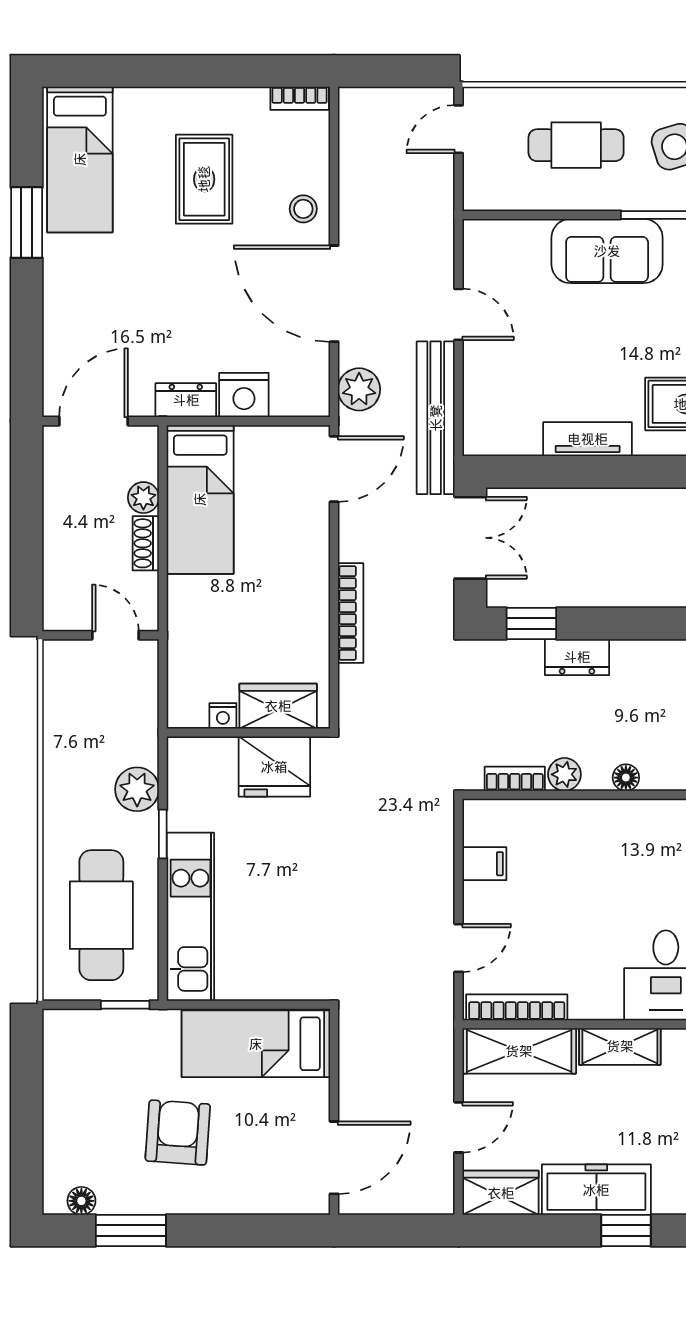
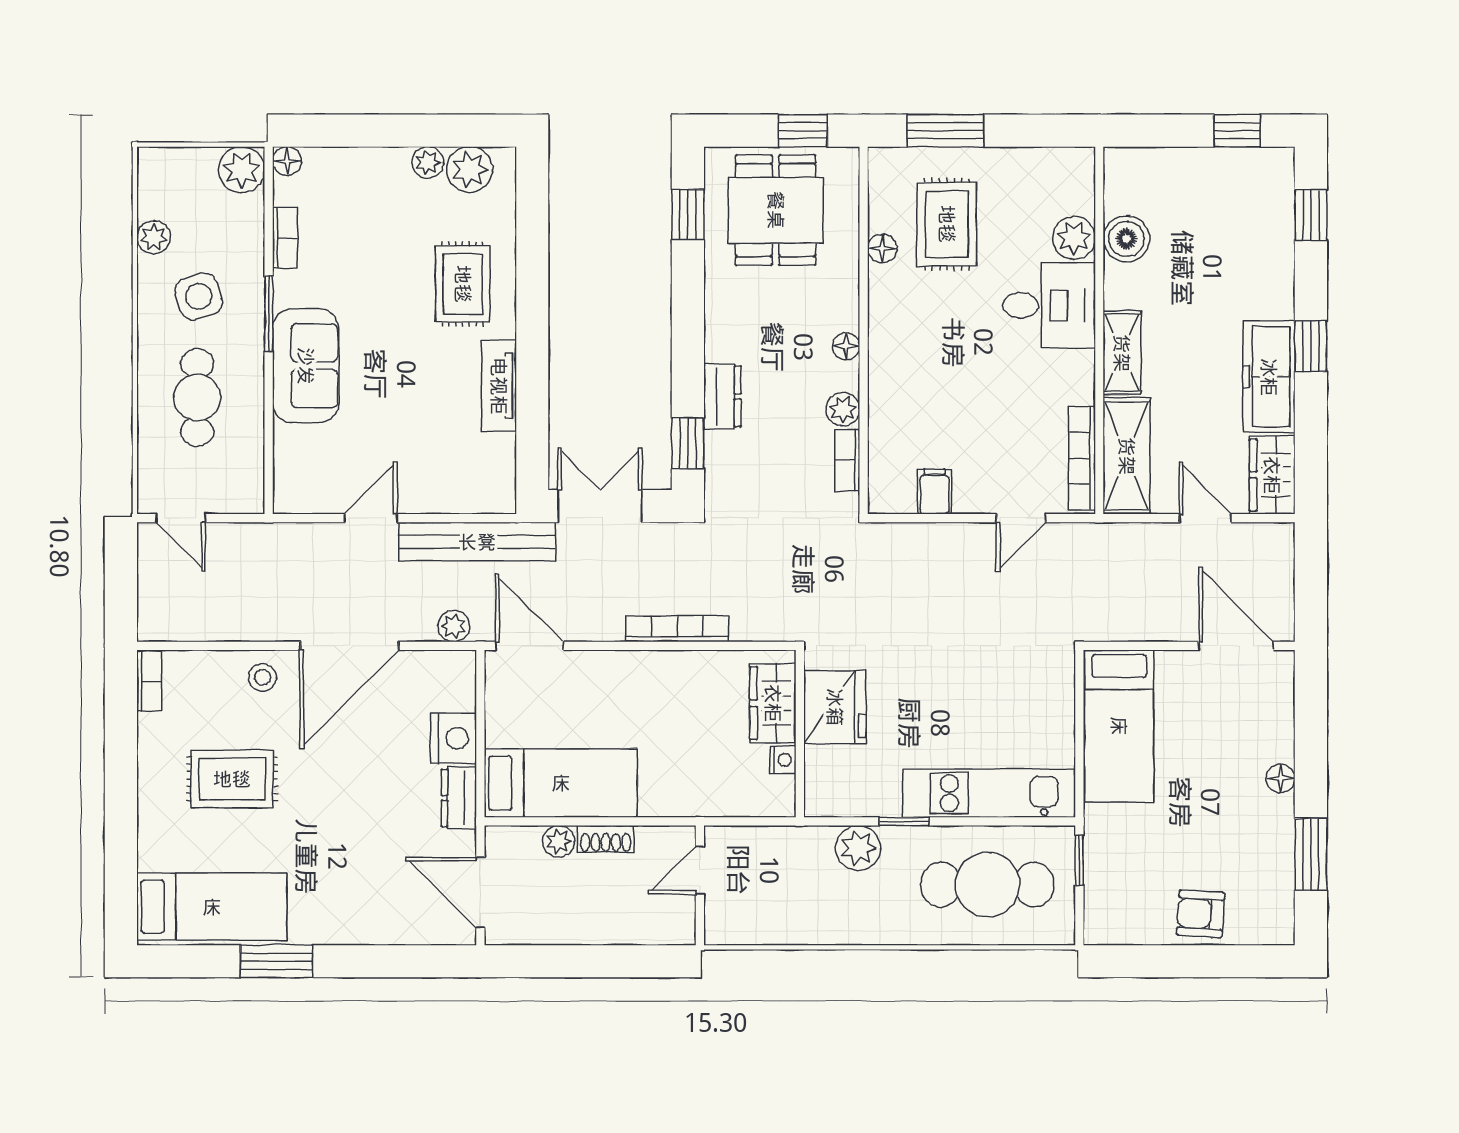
plant: (359, 389) -> (454, 626), width x0.73, depth x0.73
door: (459, 948) -> (1021, 518), swing flipped
armchair: (178, 1133) -> (1201, 914), moved, width x0.72, depth x0.72
floor lamp: (81, 1201) -> (1280, 778), moved

